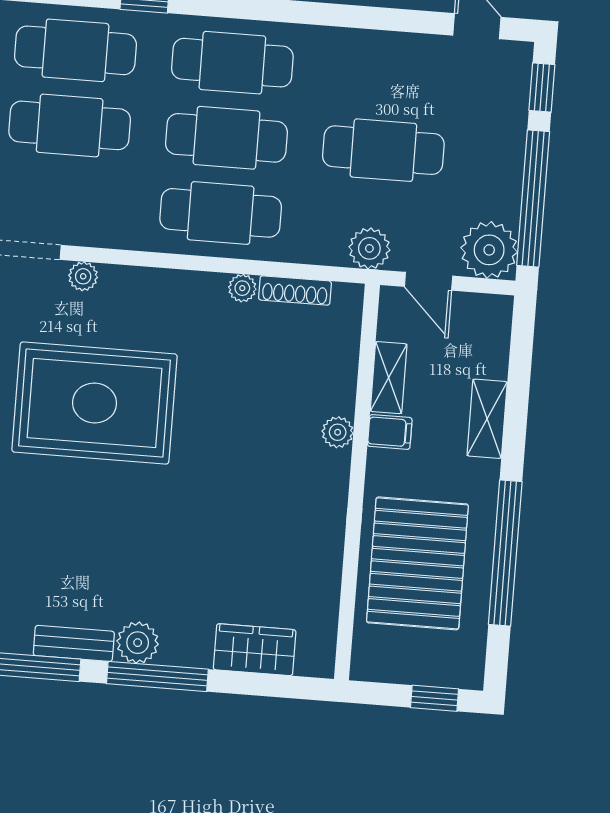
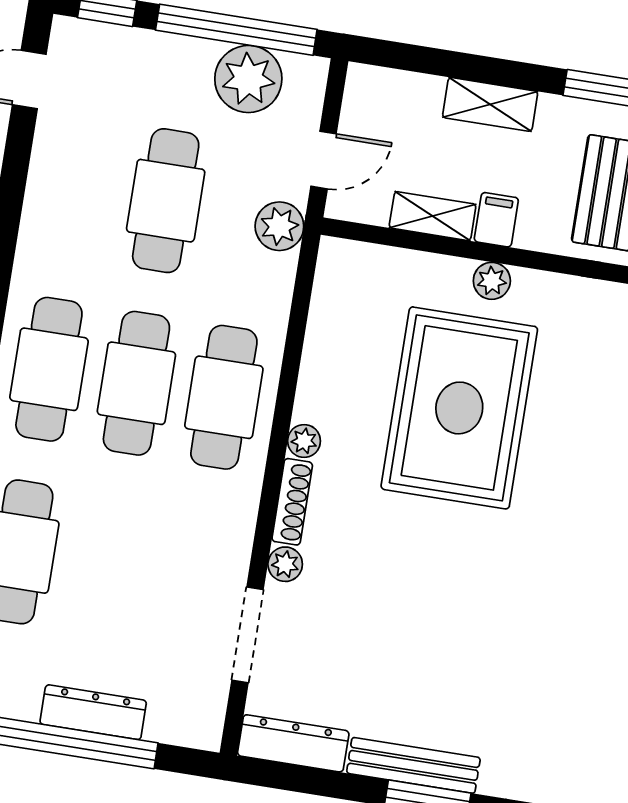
cafe table: (70, 125) -> (107, 566), removed
plant: (489, 250) -> (248, 79), moved
plant: (242, 288) -> (304, 441), moved
shoe rack: (295, 290) -> (292, 502), moved
rug: (95, 403) -> (459, 408), moved

